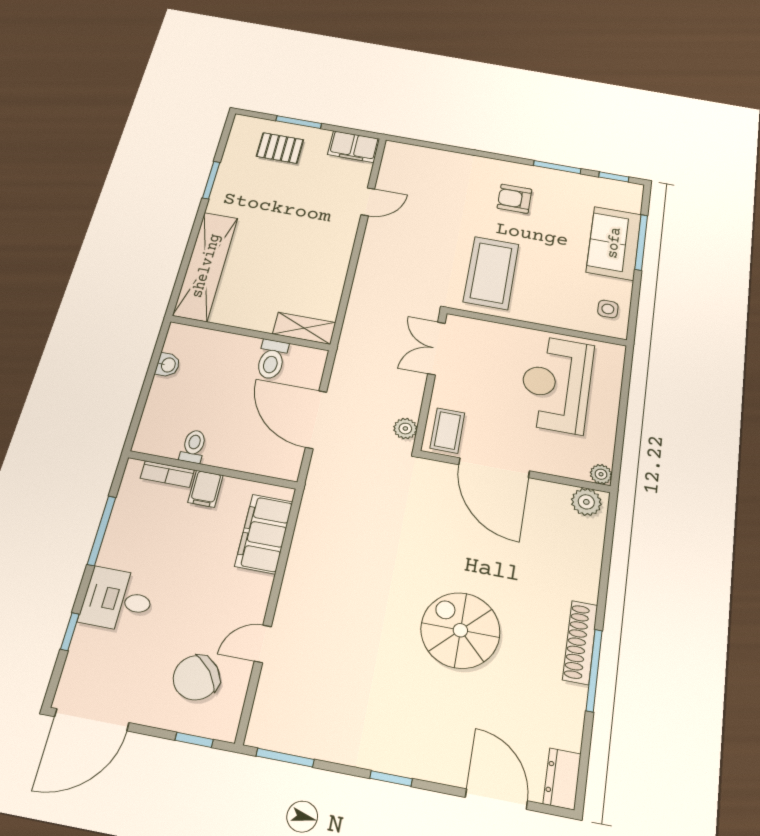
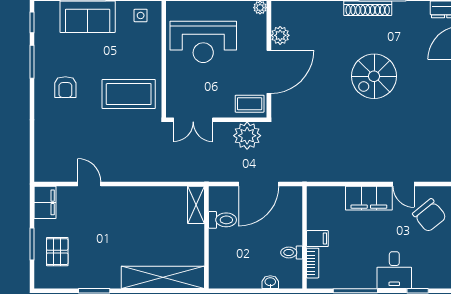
washbasin: (168, 365) -> (270, 282), moved
plant: (405, 429) -> (247, 136), width x1.88, depth x1.88
plant: (586, 502) -> (280, 35), moved
filing cabinet: (264, 534) -> (369, 198), moved

